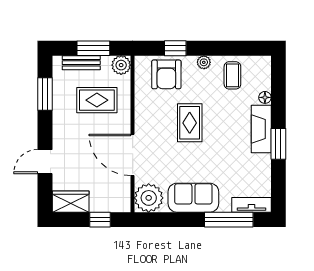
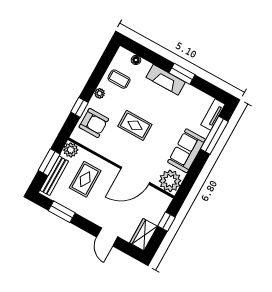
bench: (81, 63) -> (54, 176), width x1.36
floor lamp: (265, 97) -> (136, 60), moved

